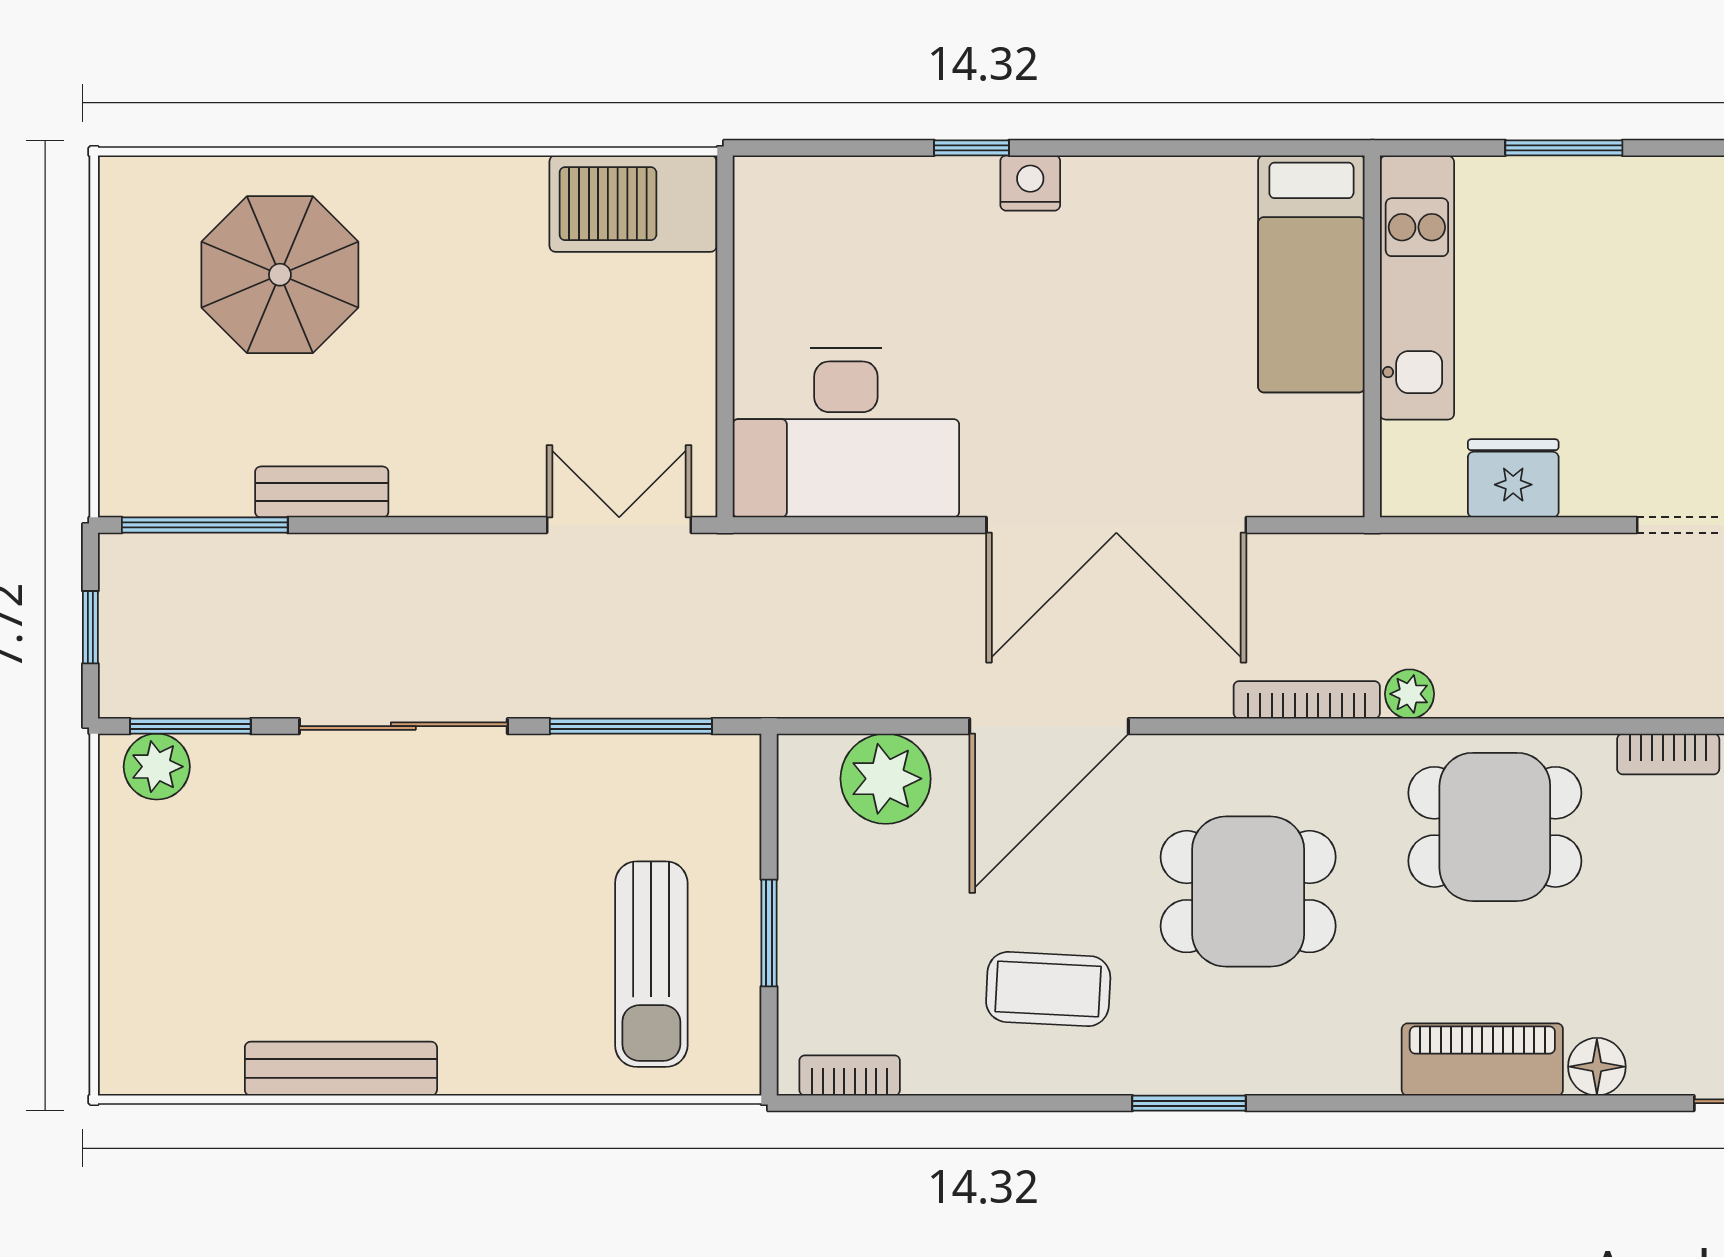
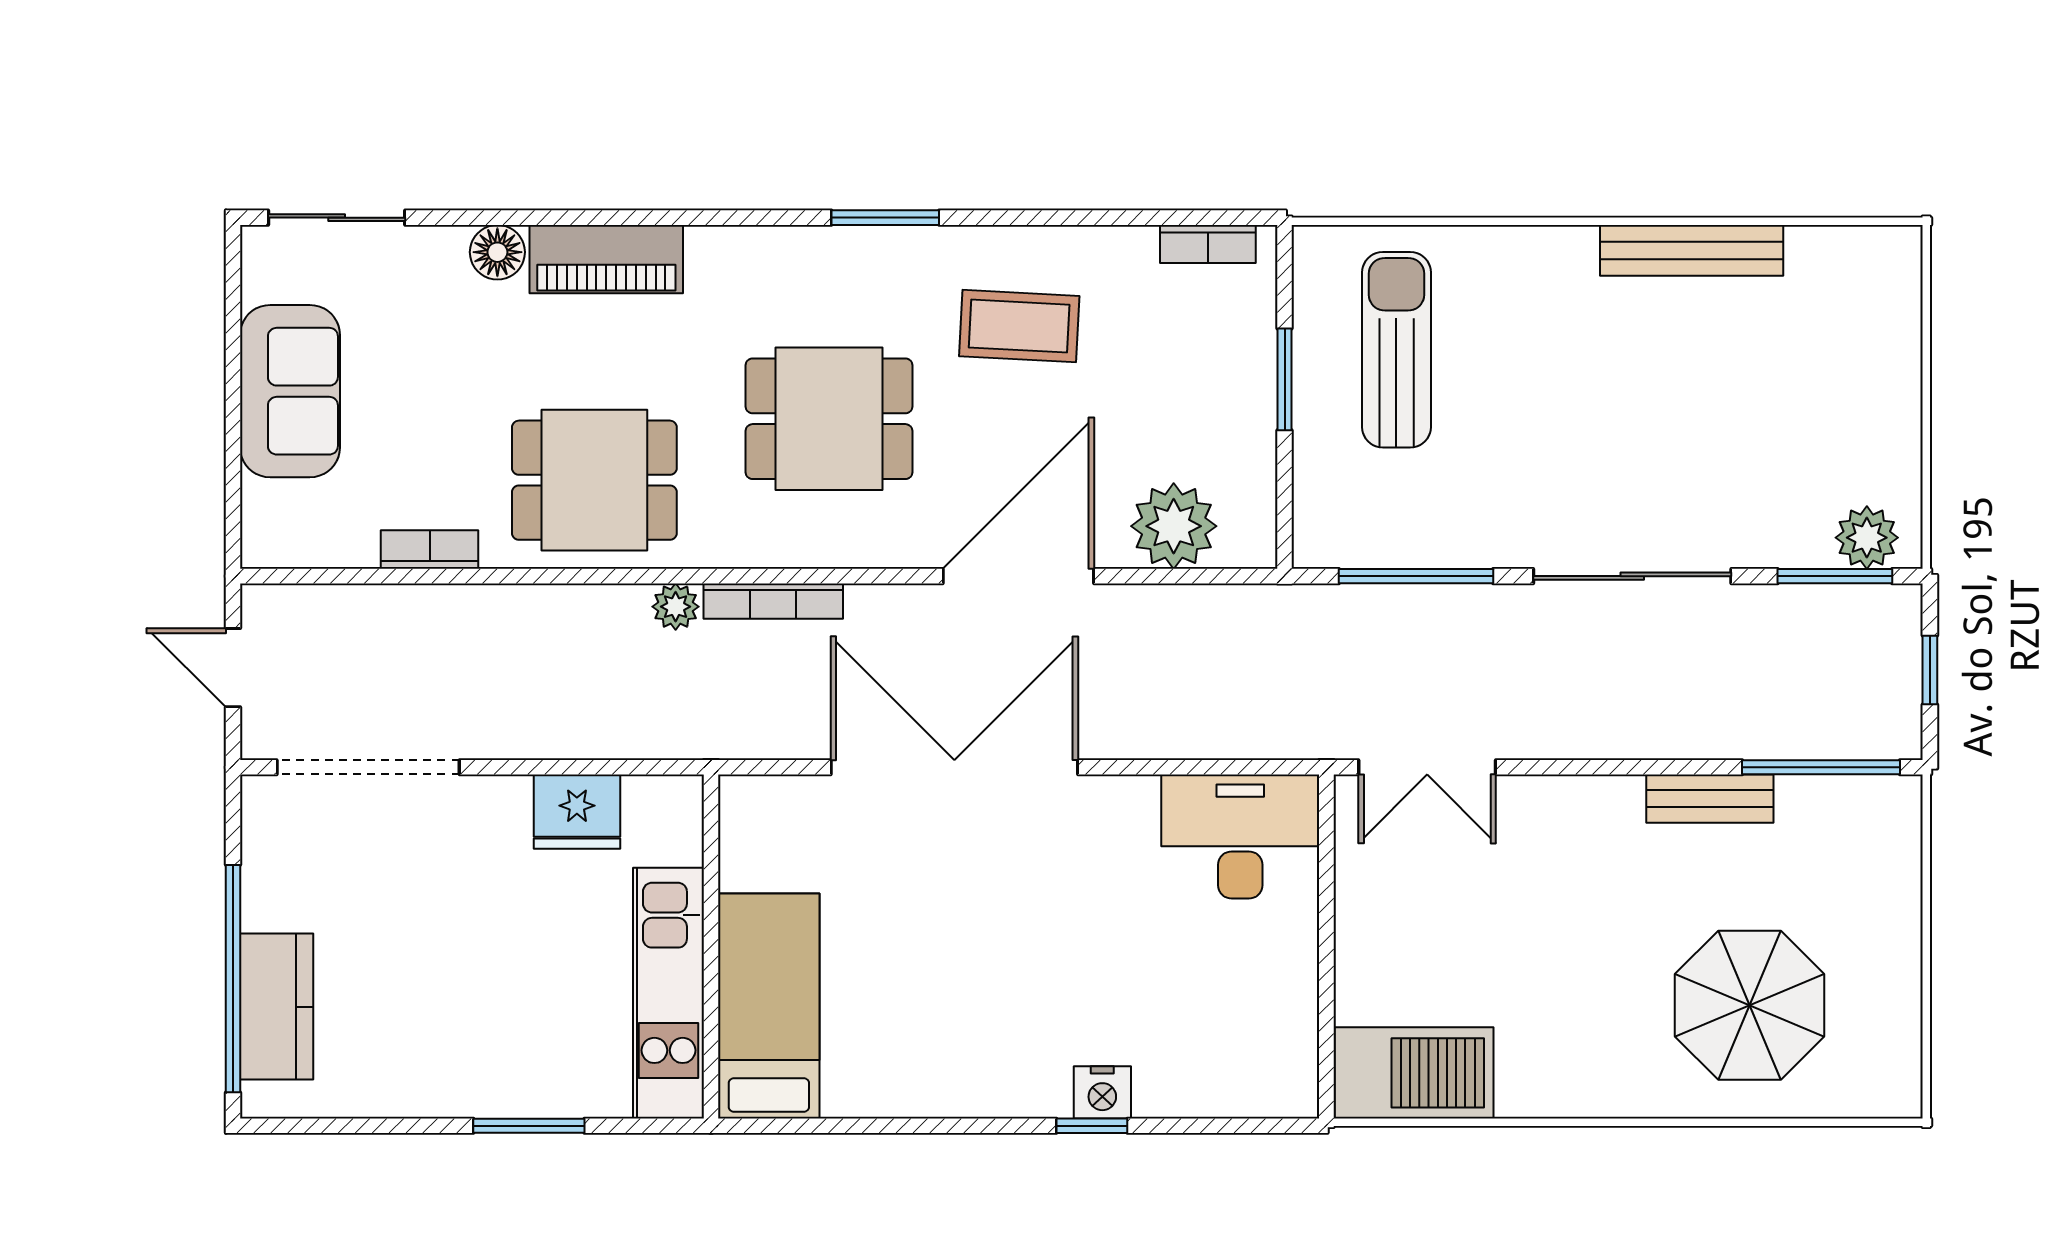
nightstand: (1030, 183) -> (1102, 1092), moved
desk: (846, 433) -> (1240, 837), width x0.73, depth x0.77

